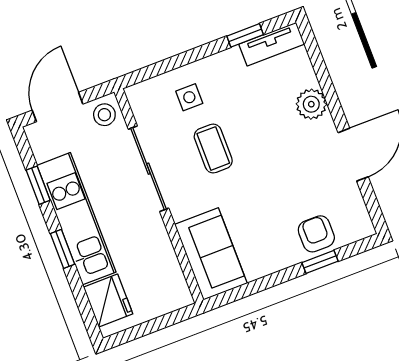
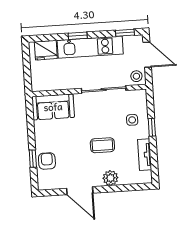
window: (245, 35) -> (152, 127), moved
tv unit: (272, 44) -> (145, 155), moved
coffee table: (213, 148) -> (102, 145), moved
window: (38, 185) -> (125, 33), moved
armchair: (316, 234) -> (47, 161), turned -90

